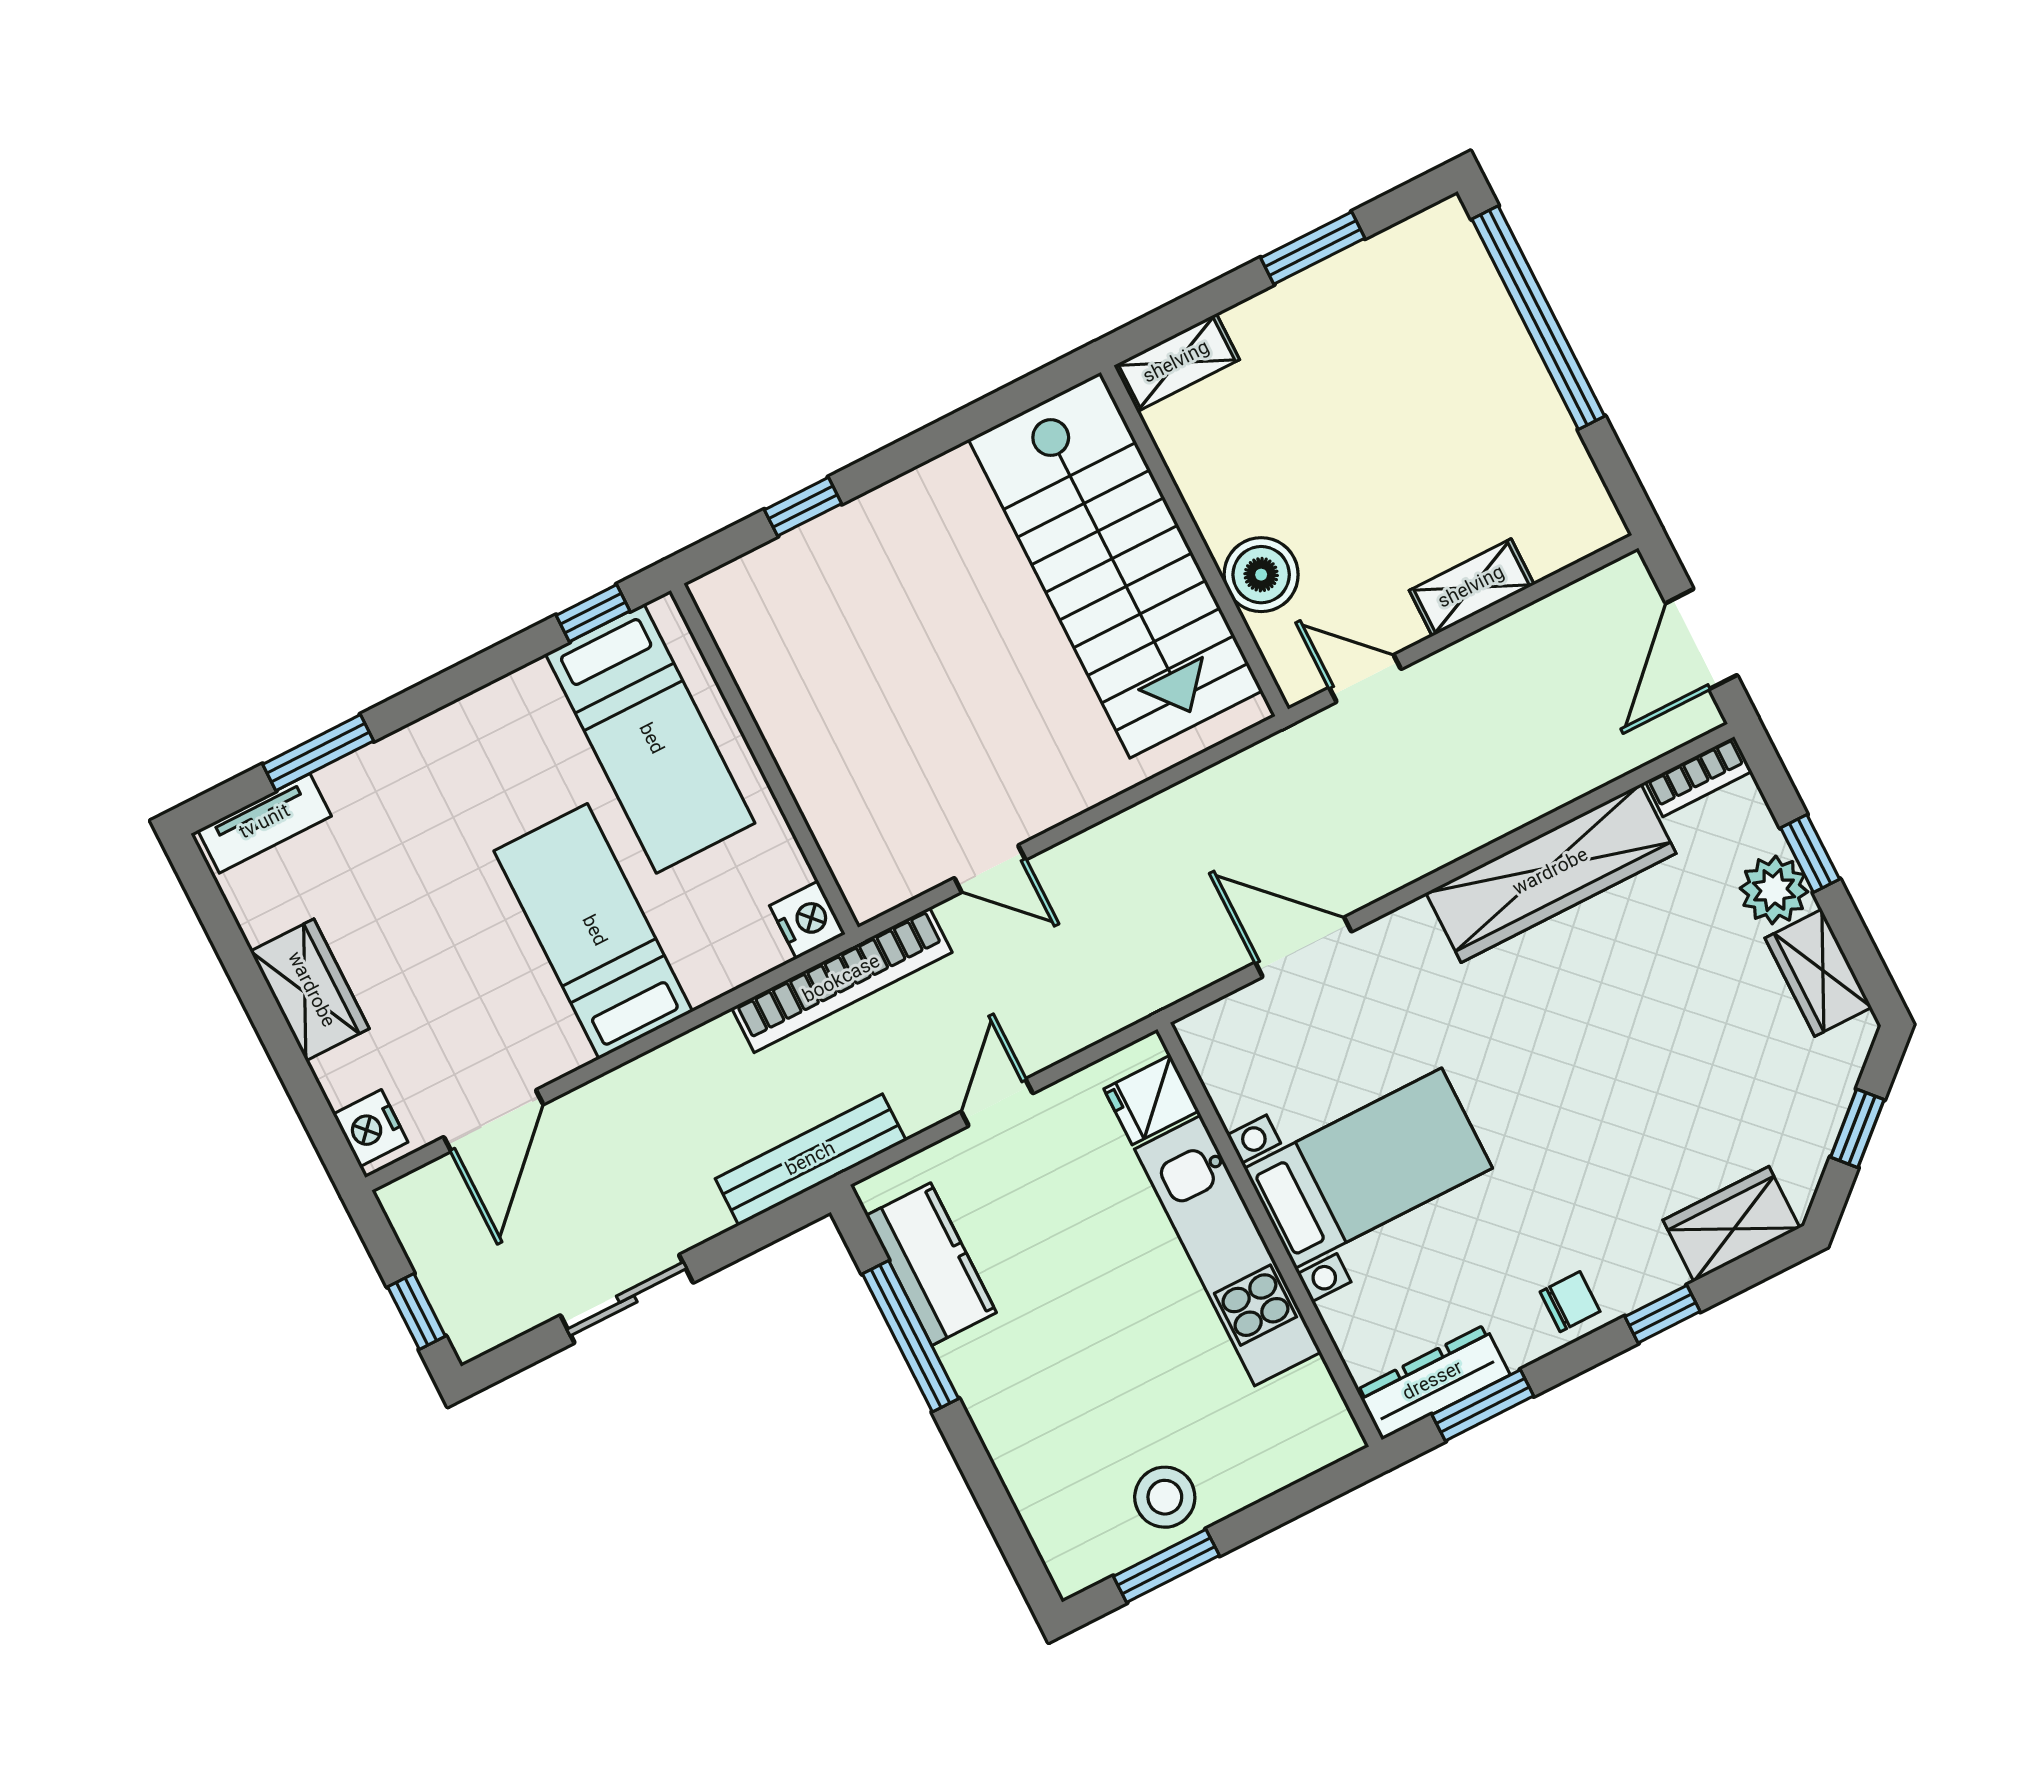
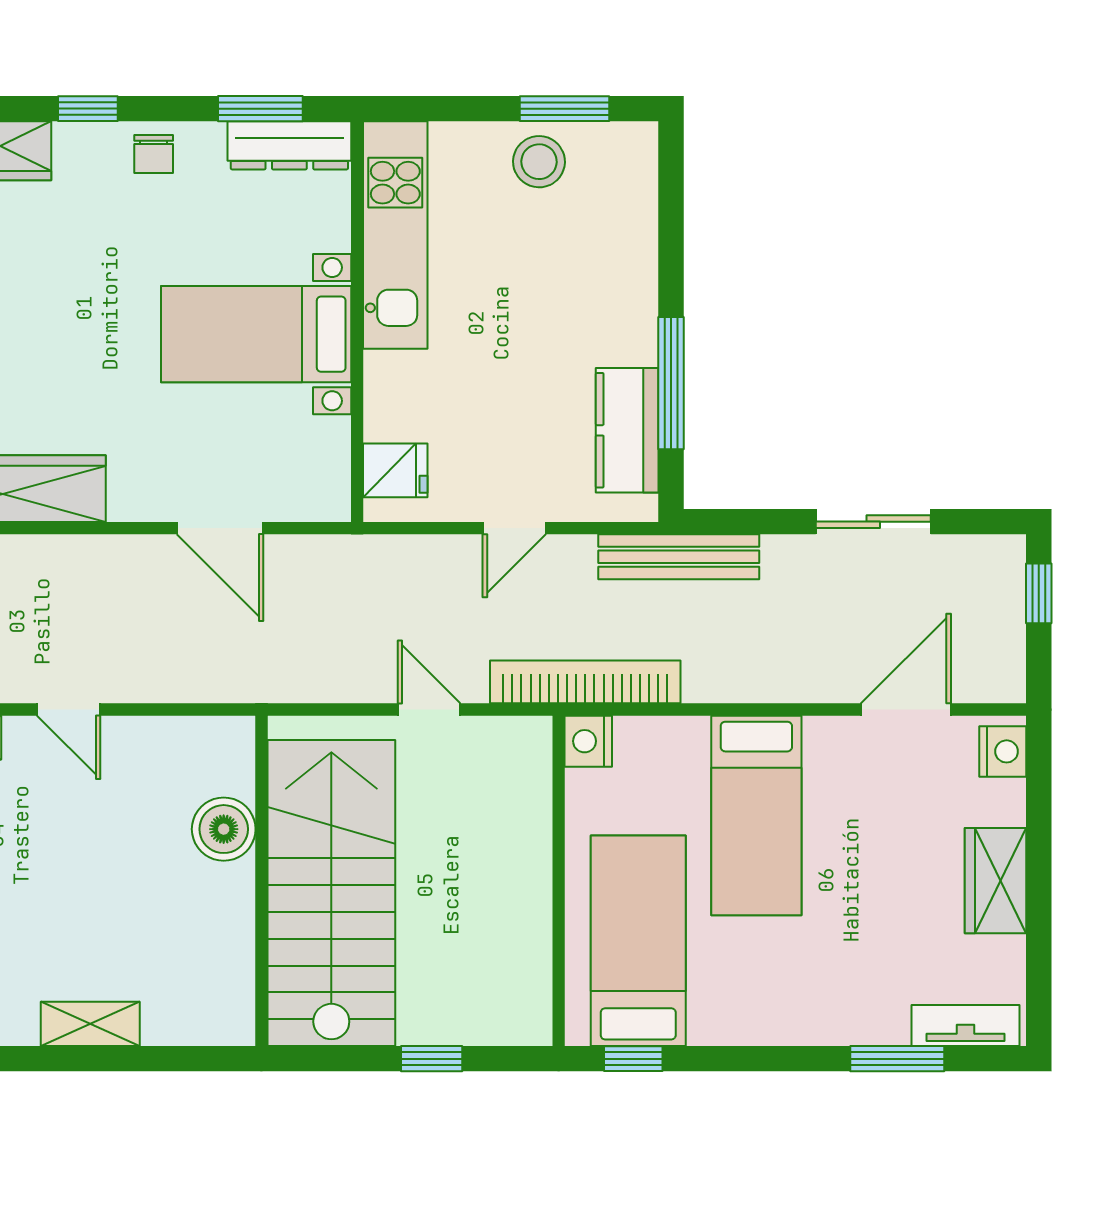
wall: (1195, 541) -> (261, 881), moved
stairs: (1115, 565) -> (331, 893), moved
boiler: (1261, 575) -> (224, 829), moved
kitchen unit: (1228, 1251) -> (395, 235), moved
chair: (1570, 1302) -> (154, 154), turned -90

